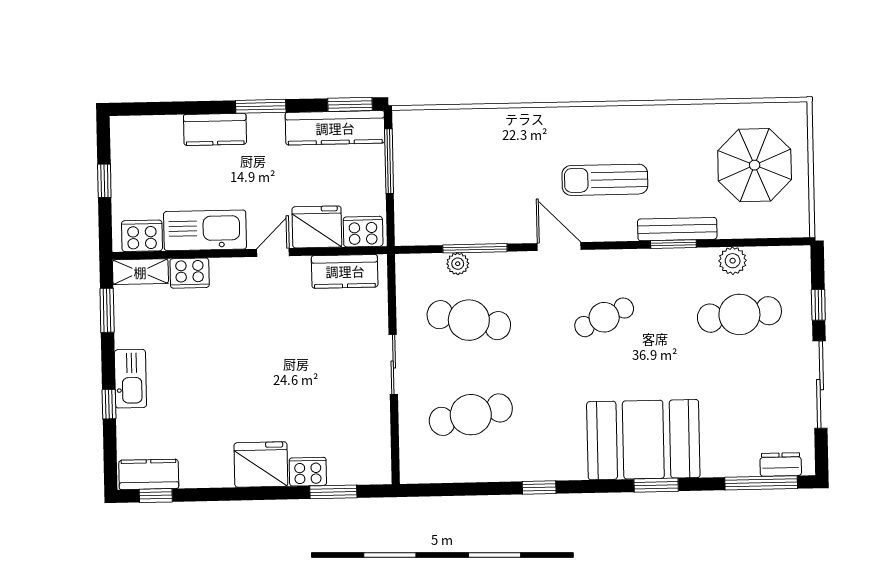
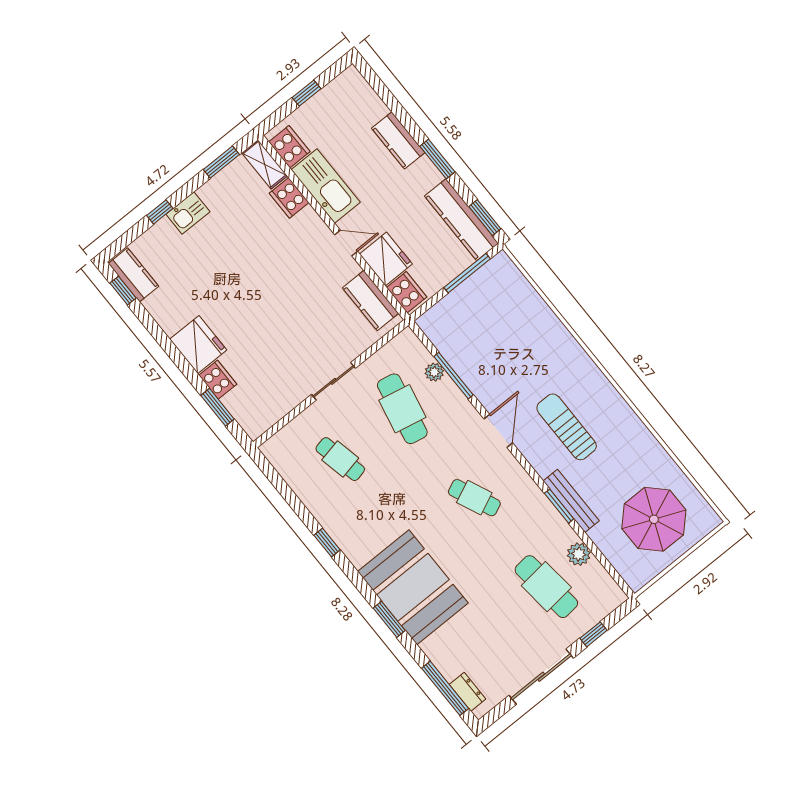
kitchen sink: (130, 379) -> (188, 213), width x0.73
cafe table: (471, 415) -> (340, 459), width x0.73, depth x0.74

